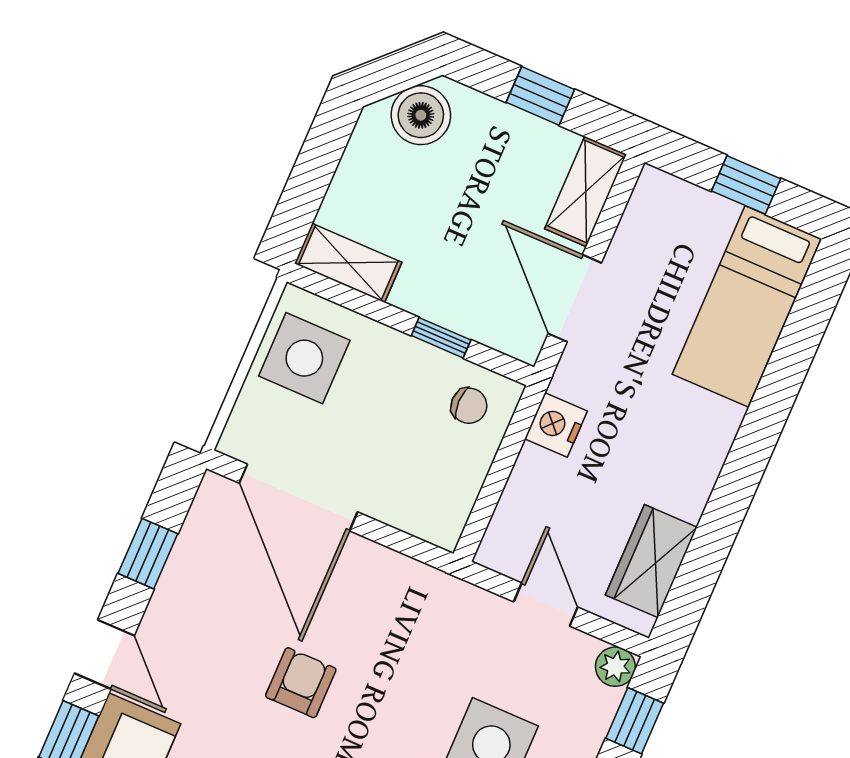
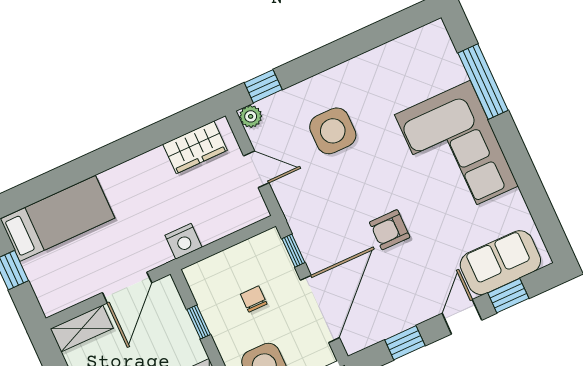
chair: (469, 406) -> (254, 299), moved
window: (402, 542) -> (293, 251), added
door: (546, 604) -> (256, 169), swing flipped

